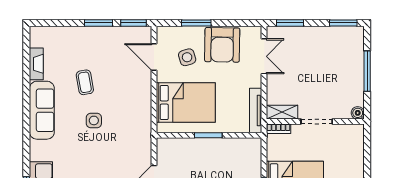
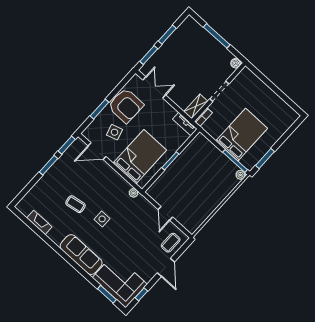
window: (343, 23) -> (167, 35), moved
sofa: (42, 110) -> (81, 255), moved
tv unit: (256, 110) -> (185, 124), width x0.71
plant: (146, 128) -> (133, 193), added

